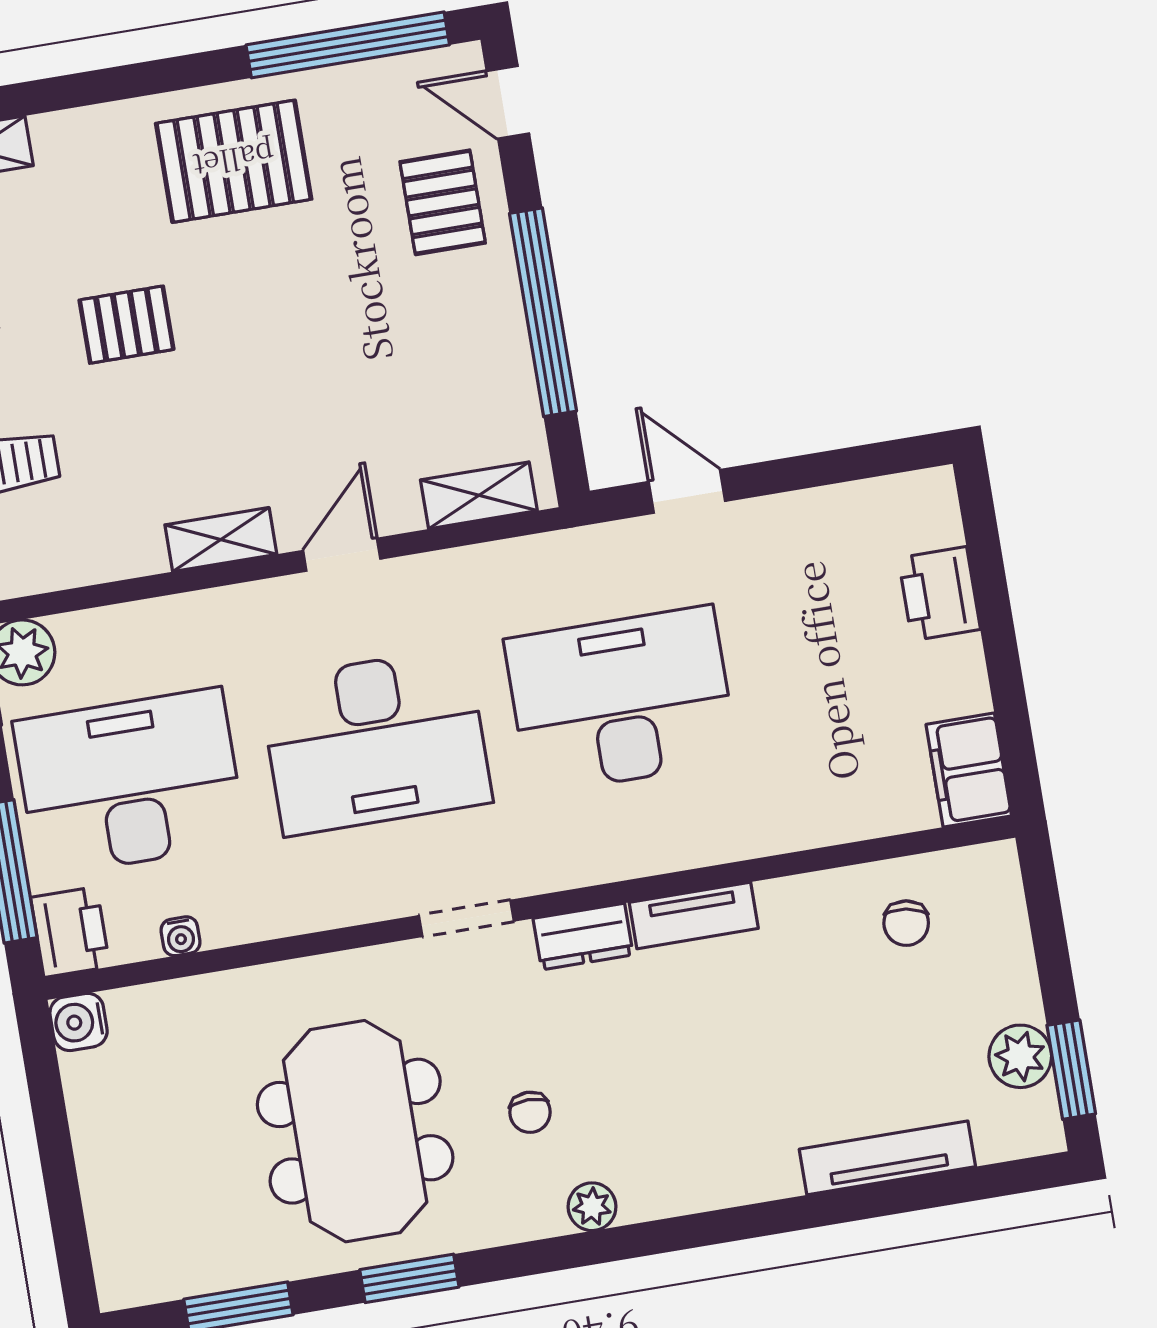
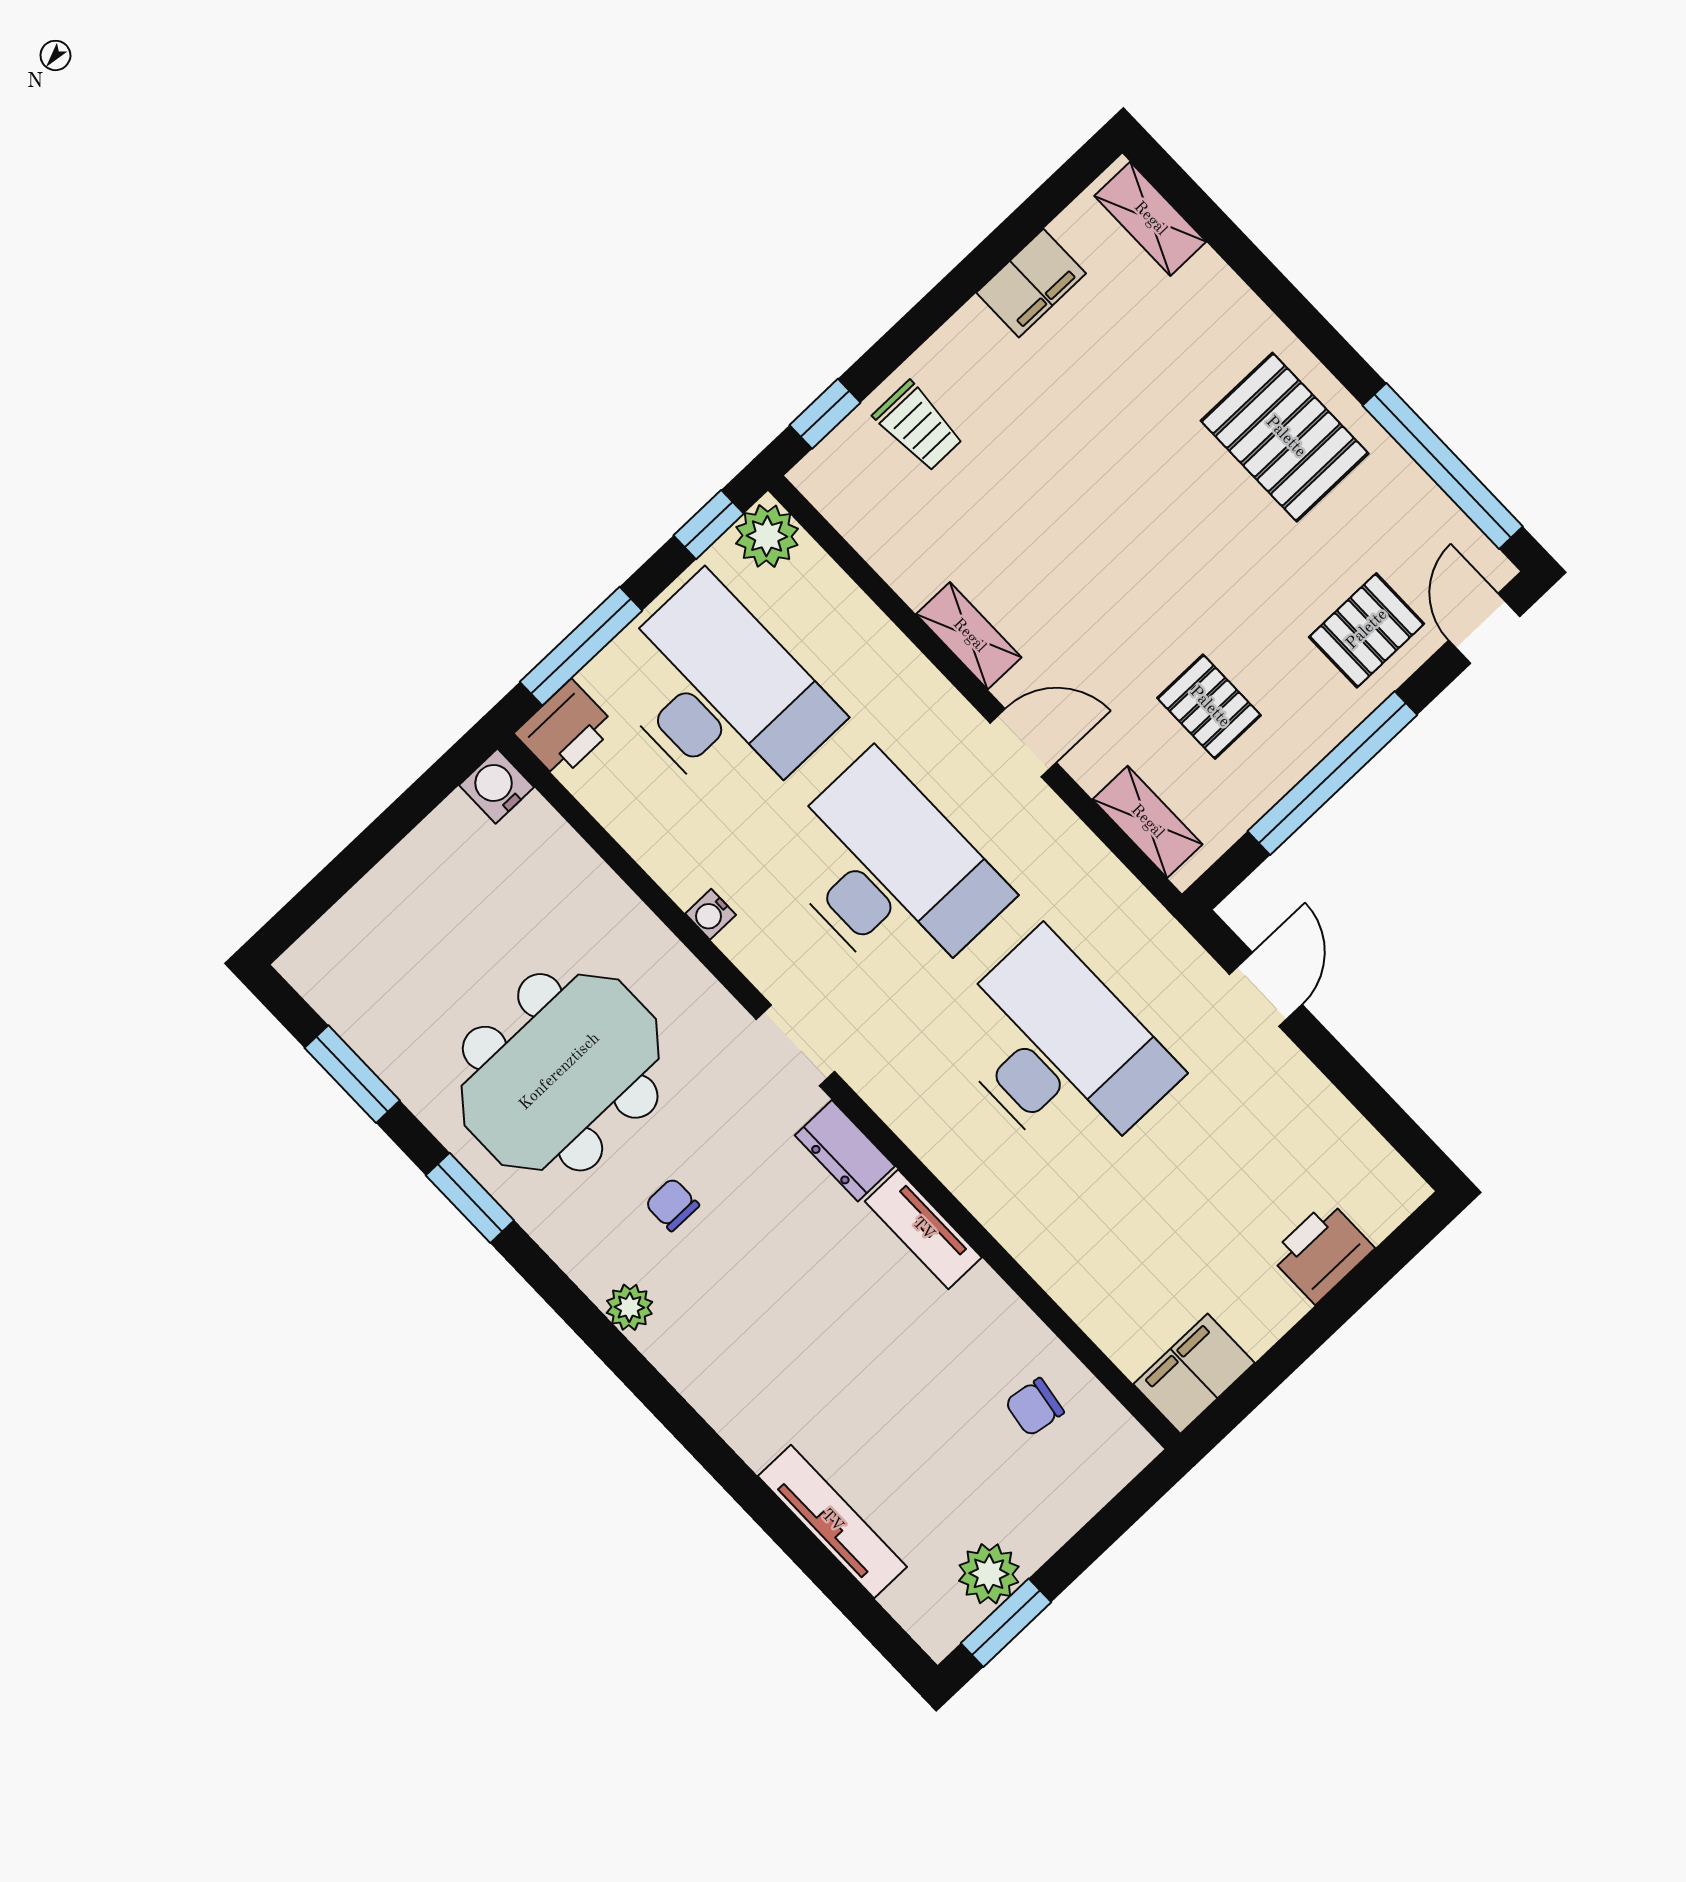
pallet: (126, 325) -> (1209, 707), moved
desk: (375, 741) -> (890, 873), turned 180
water cooler: (181, 936) -> (711, 914), moved
chair: (530, 1112) -> (672, 1205), turned 90

